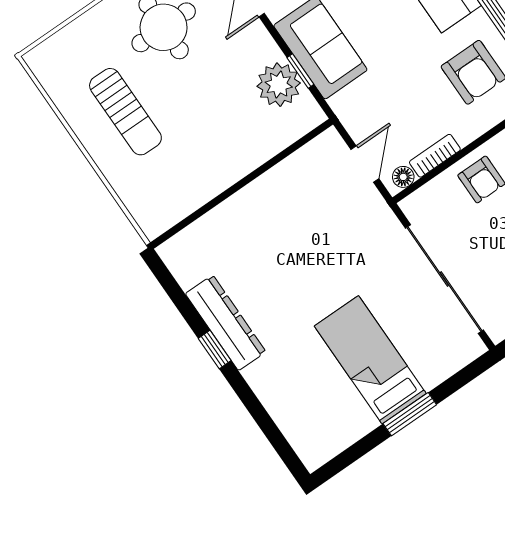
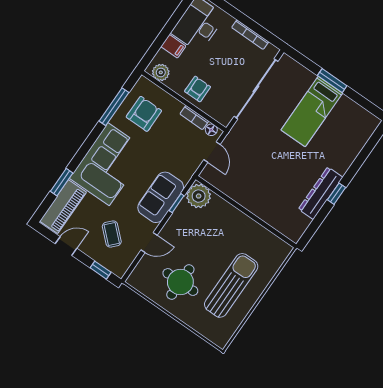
plant: (279, 85) -> (199, 196), moved
sun lounger: (125, 112) -> (231, 285), width x1.36, depth x1.34
door: (365, 164) -> (212, 152), swing flipped

